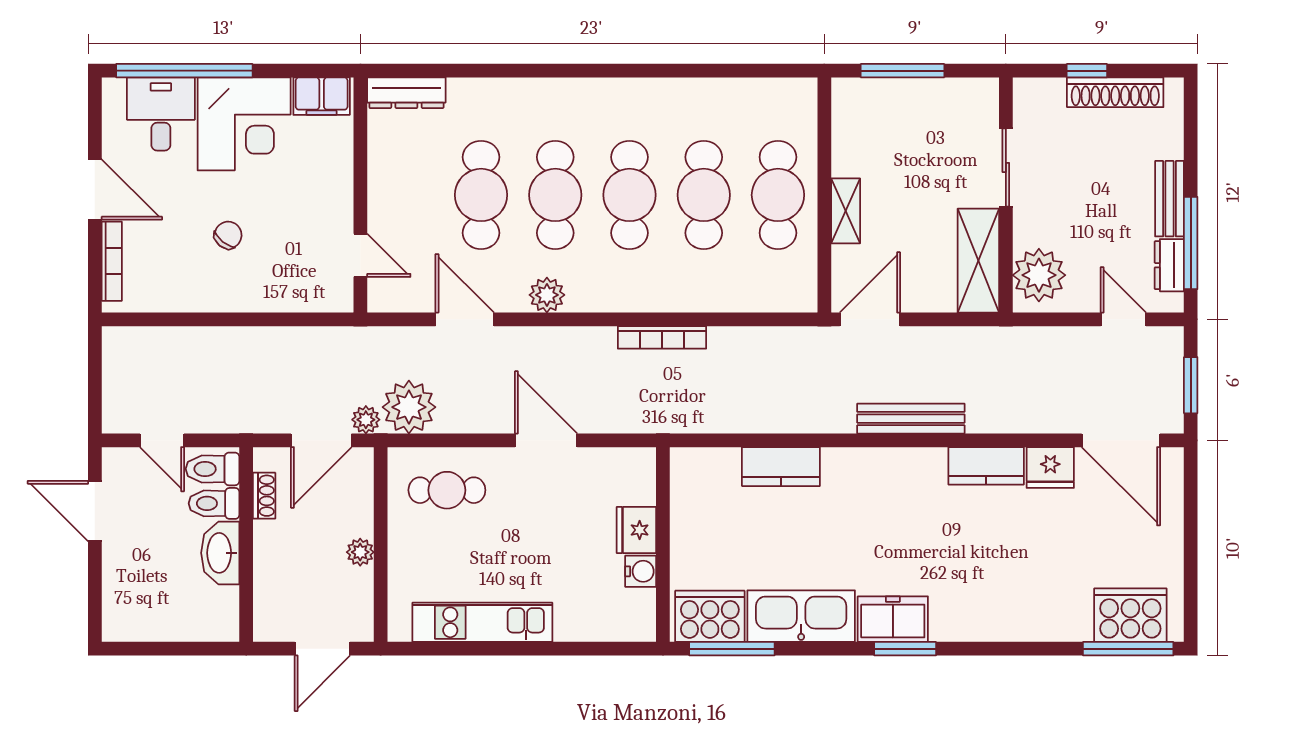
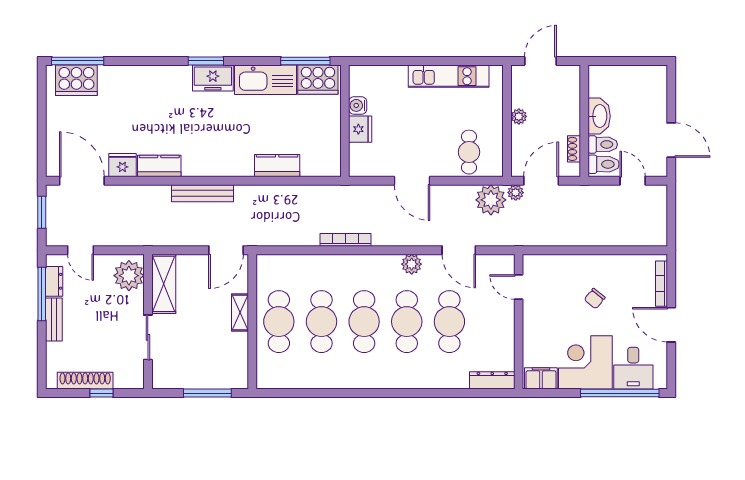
cafe table: (447, 490) -> (469, 152), turned 90

